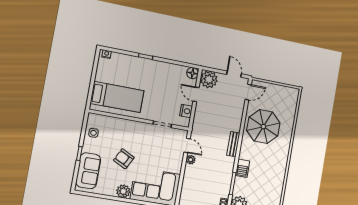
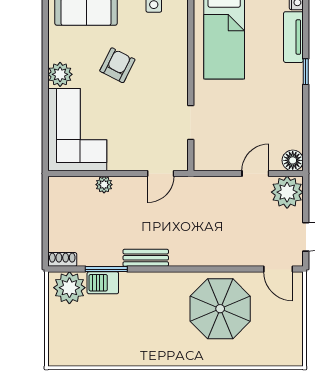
tv unit: (125, 59) -> (293, 37), added
nightstand: (186, 111) -> (222, 161), removed
bench: (233, 144) -> (146, 258), moved
plant: (191, 160) -> (104, 185), moved
barbecue: (242, 168) -> (103, 283), moved

